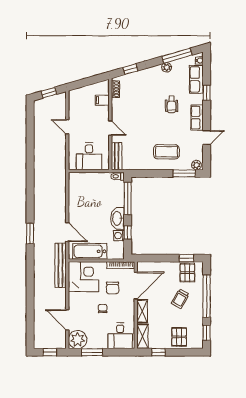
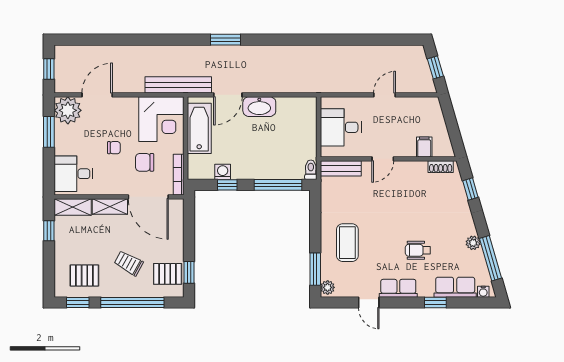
washbasin: (117, 218) -> (259, 107), moved, turned 180
pallet: (179, 337) -> (84, 275), moved

